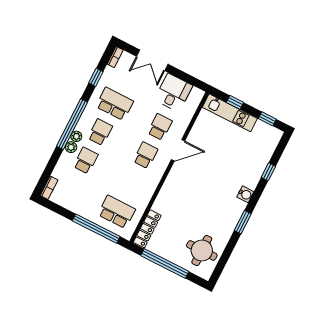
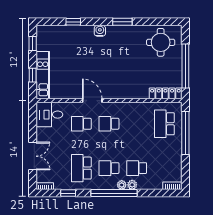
desk: (173, 93) -> (49, 115), moved

